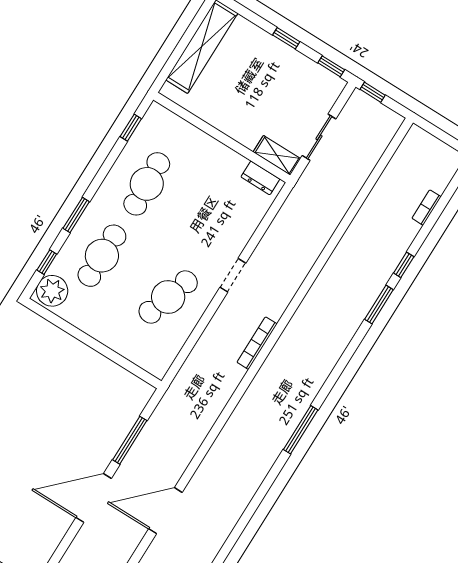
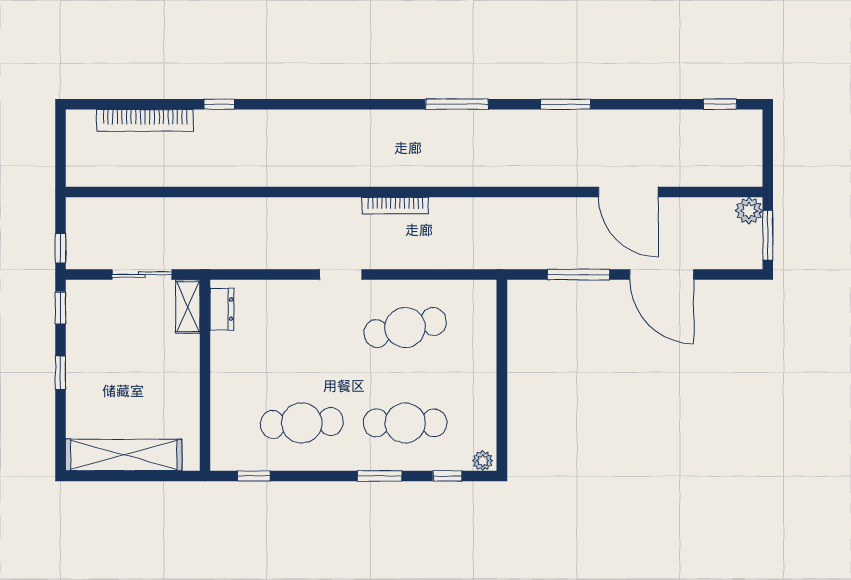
bookcase: (427, 208) -> (145, 120), width x2.31, depth x1.31
plant: (52, 291) -> (483, 461), width x0.53, depth x0.53
cafe table: (168, 297) -> (405, 328), turned -30
window: (379, 305) -> (566, 104), moved

